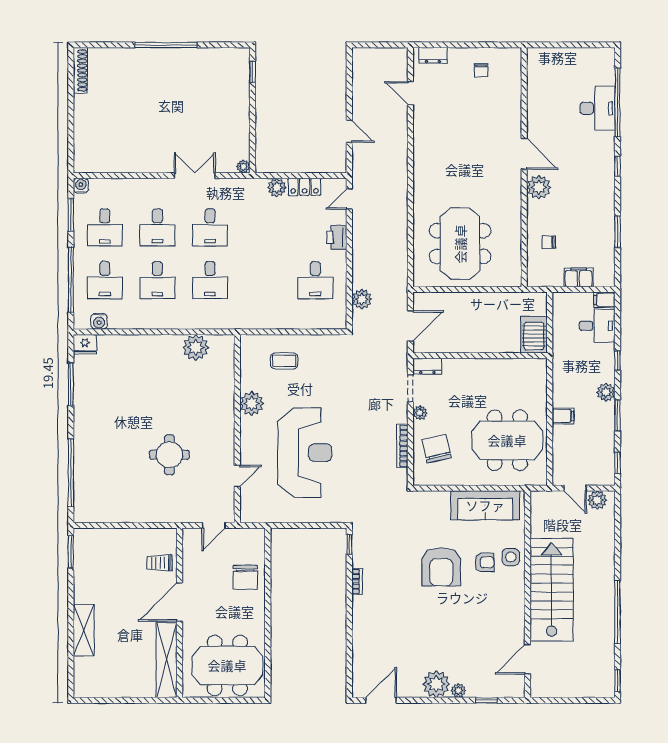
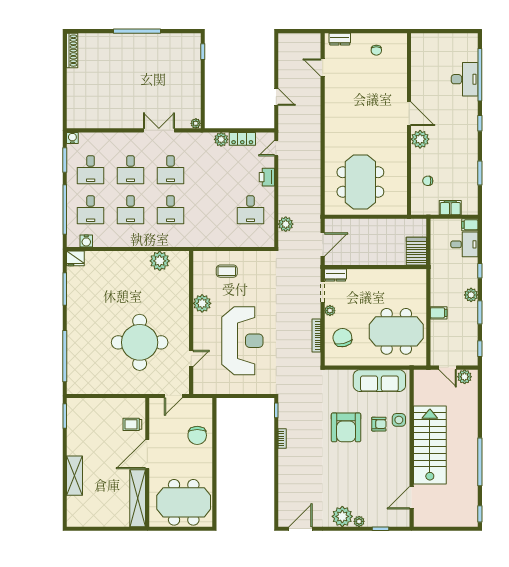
round table: (169, 455) -> (140, 342), width x1.86, depth x1.86

